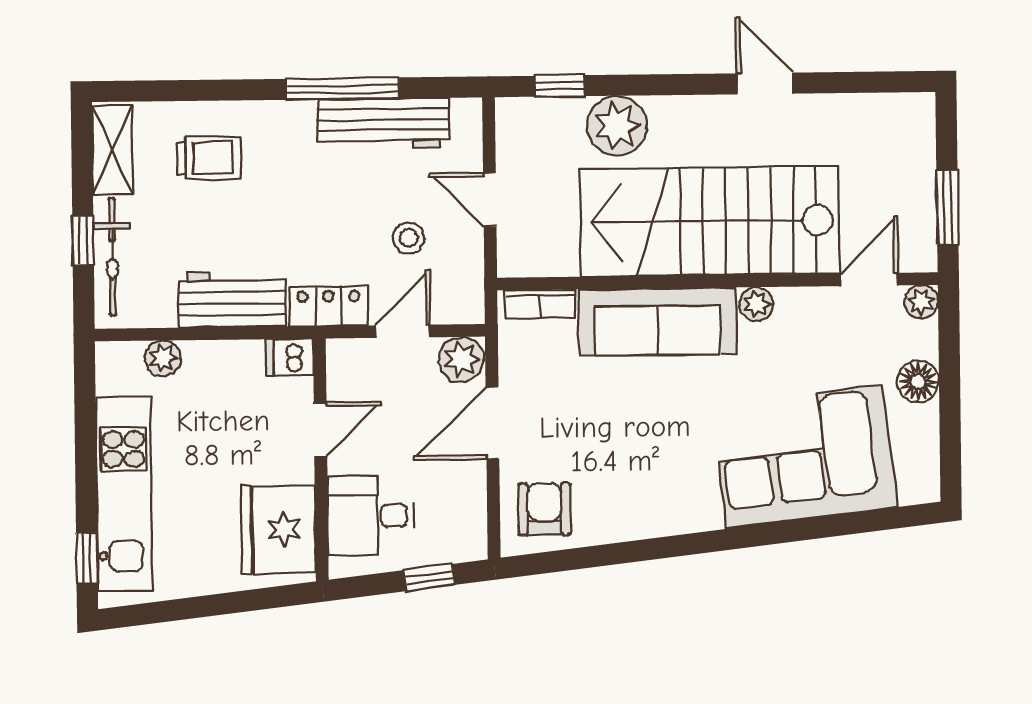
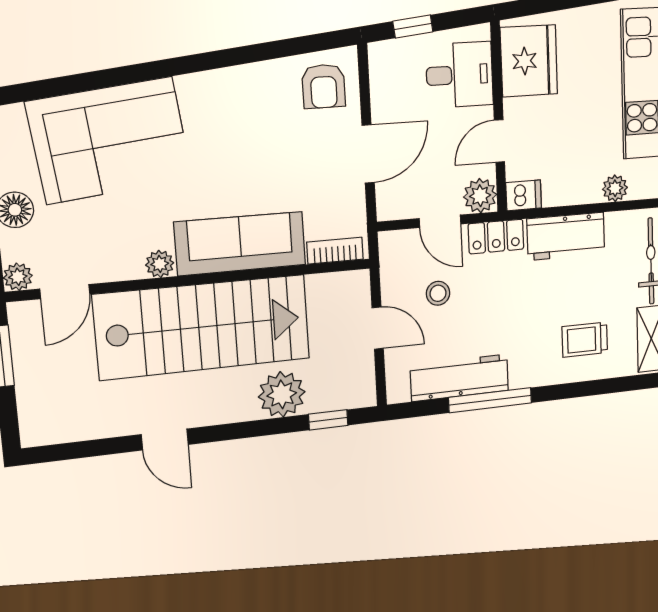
door: (403, 331) -> (440, 221), hinge flipped
plant: (461, 359) -> (480, 196), moved

